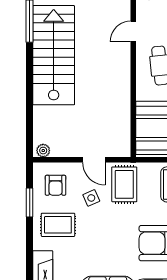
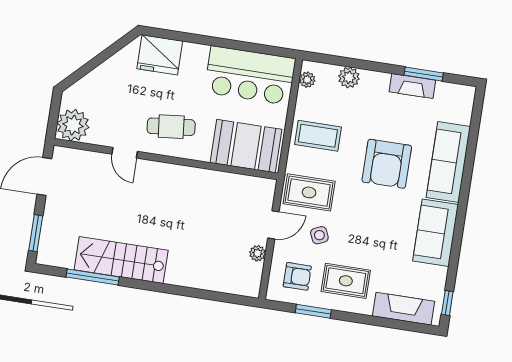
stairs: (54, 55) -> (121, 260), width x0.73, depth x0.66
plant: (43, 151) -> (258, 253), moved
rug: (58, 225) -> (346, 281), turned 90

